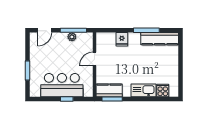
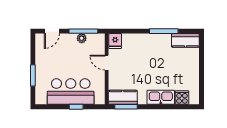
fridge: (122, 39) -> (115, 41), moved
kitchen counter: (160, 39) -> (185, 40), width x0.67
door: (95, 59) -> (107, 63), hinge flipped

